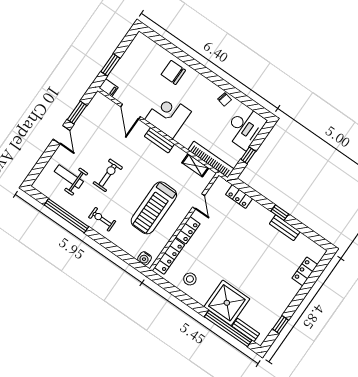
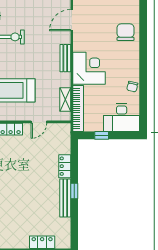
corner desk: (168, 116) -> (89, 68), moved
locker: (239, 197) -> (65, 166), moved
bench: (285, 228) -> (65, 198), width x1.36

